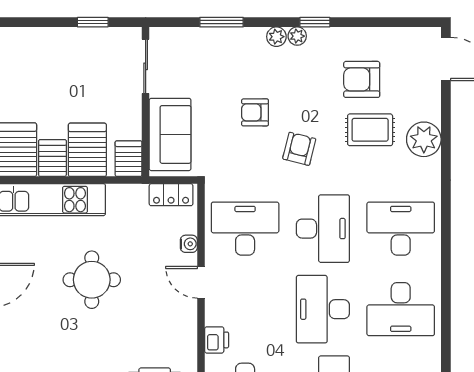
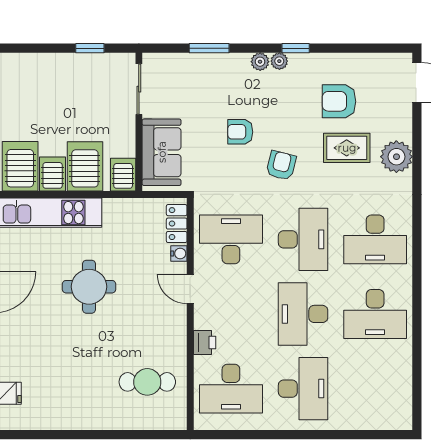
locker: (171, 195) -> (177, 224), moved, turned 90
desk: (401, 229) -> (375, 239), turned 180

